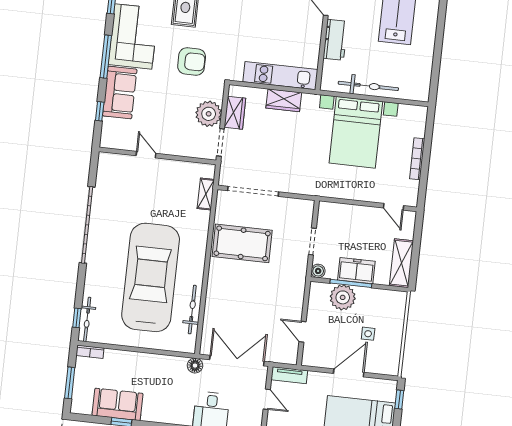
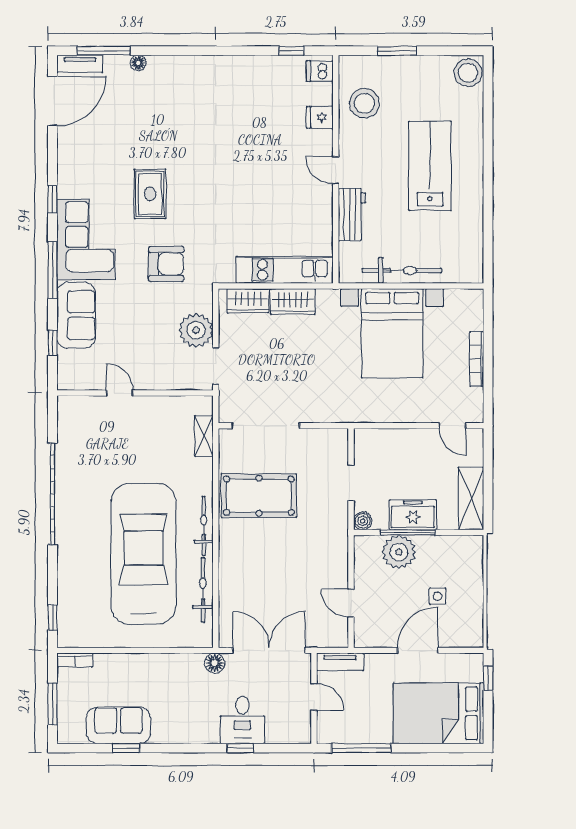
wardrobe: (235, 113) -> (248, 301), moved, turned 90
bicycle: (87, 319) -> (204, 526), moved, turned 180

